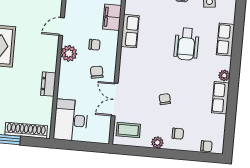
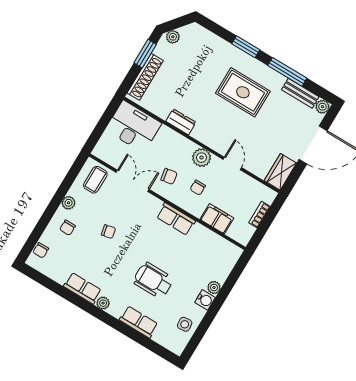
row of seats: (130, 31) -> (176, 219), moved

